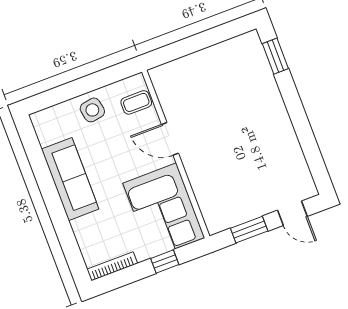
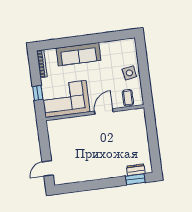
dresser: (259, 59) -> (136, 170), added
sofa: (70, 179) -> (78, 54), moved
window: (249, 230) -> (44, 143), removed

